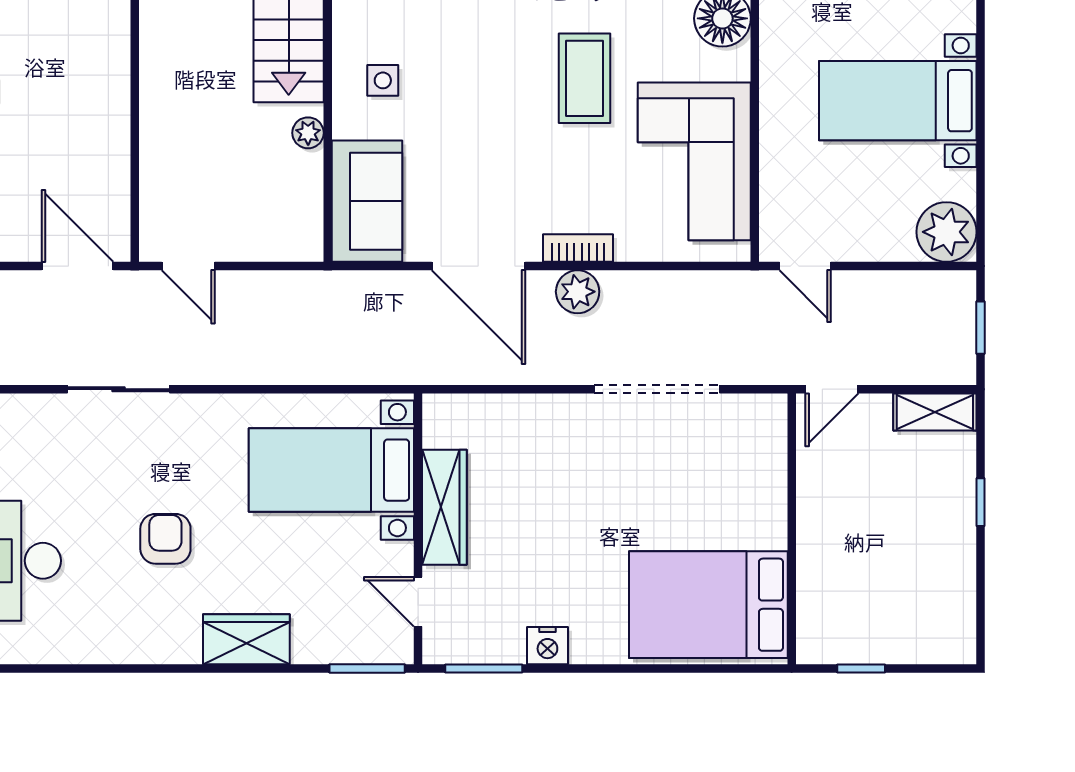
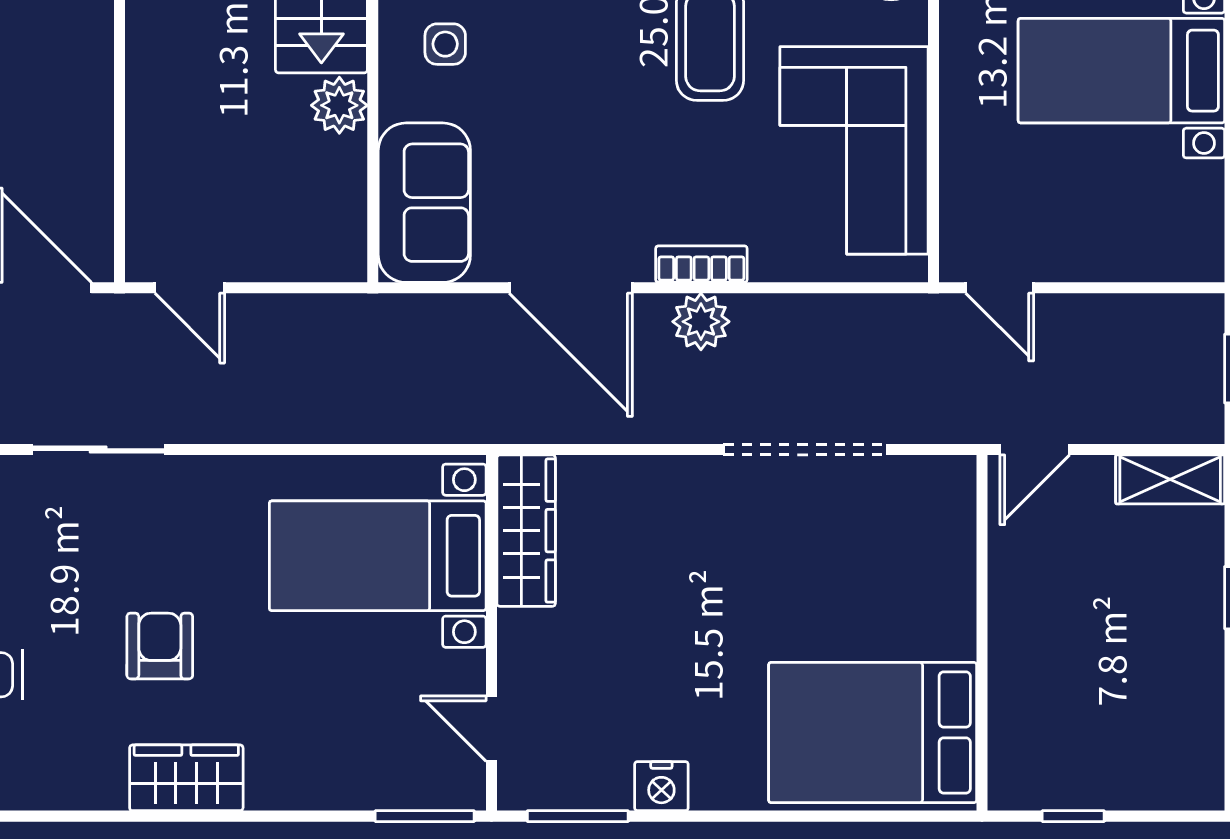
plant: (308, 133) -> (339, 105), width x1.38, depth x1.38
plant: (946, 232) -> (1185, 243), removed
wardrobe: (444, 507) -> (526, 531), moved
wardrobe: (246, 639) -> (186, 778), moved

